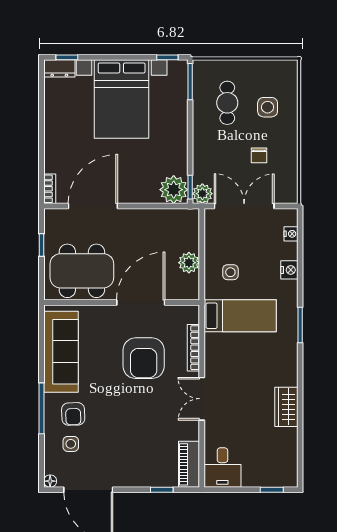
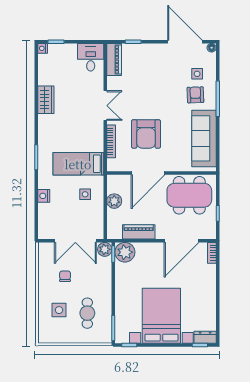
piano: (154, 219) -> (139, 232), added
nightstand: (291, 234) -> (43, 48), moved
armchair: (144, 358) -> (146, 134), turned 180

